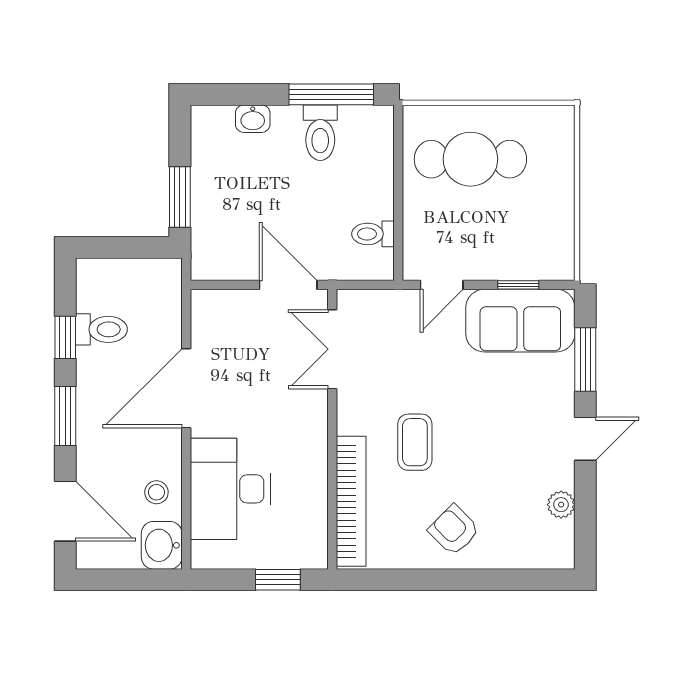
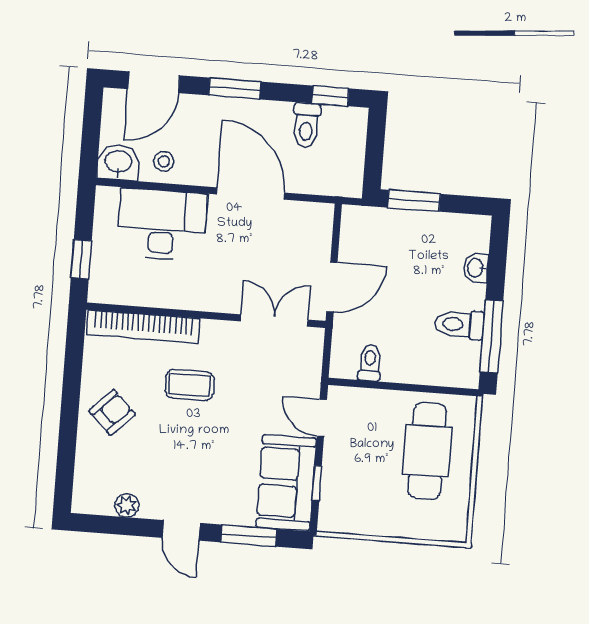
window: (65, 337) -> (330, 96), moved

